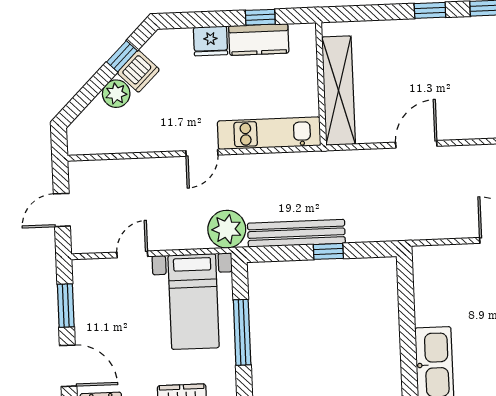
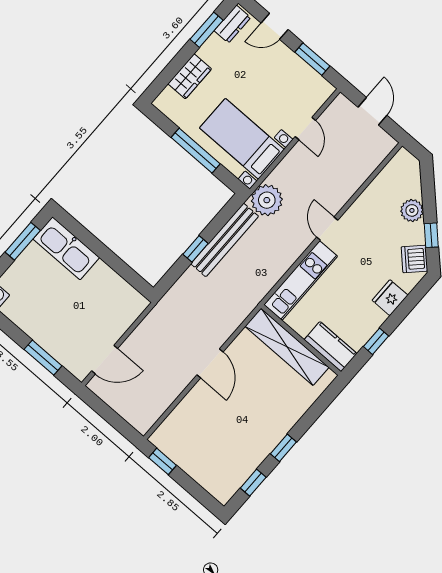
kitchen counter: (259, 40) -> (331, 347), moved, turned 90
dishwasher: (138, 71) -> (414, 259), moved
door: (68, 366) -> (275, 26), width x0.73

